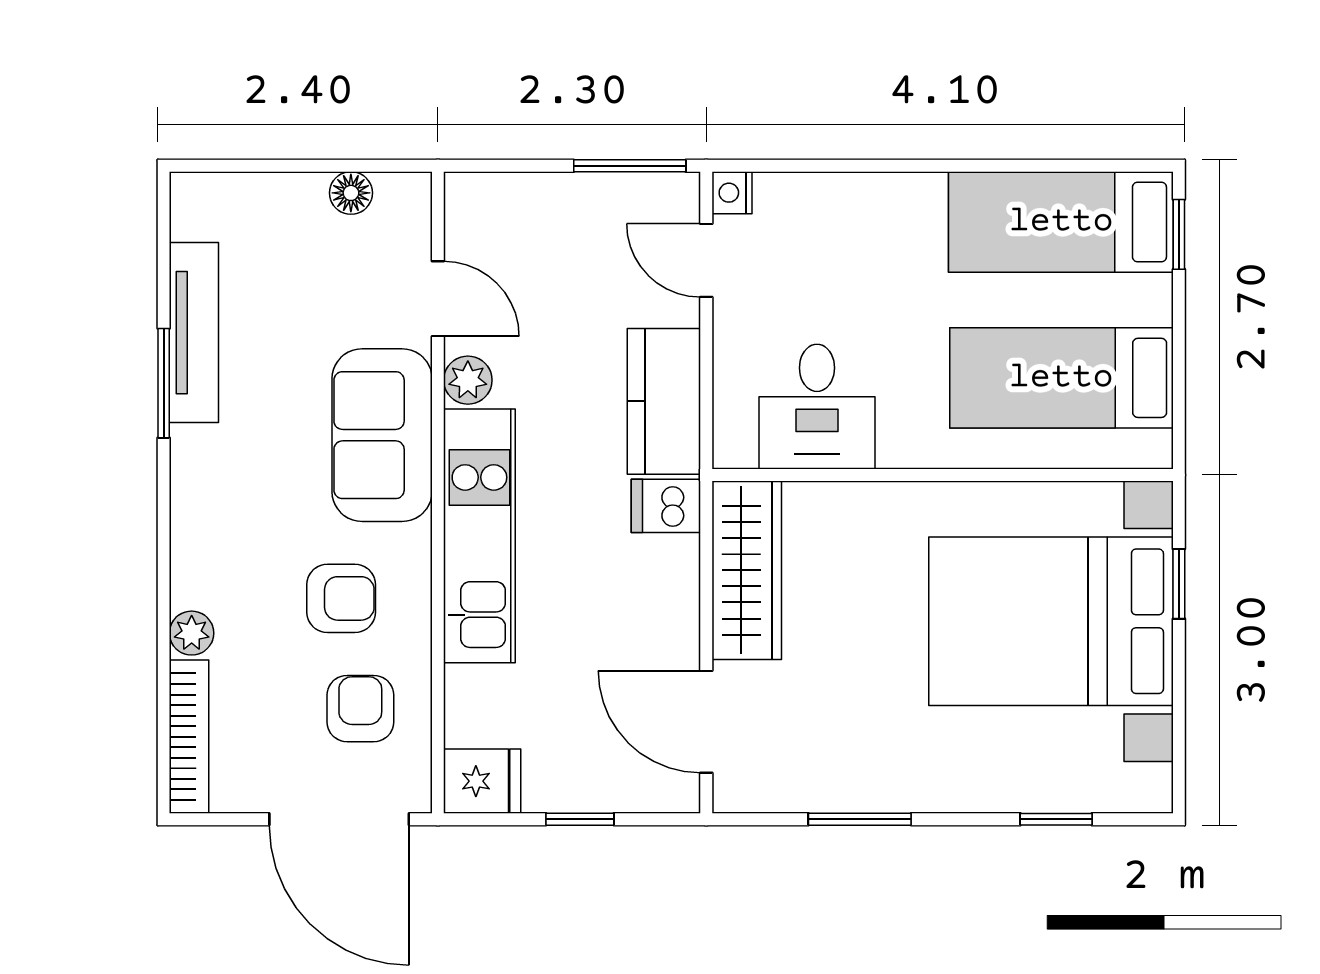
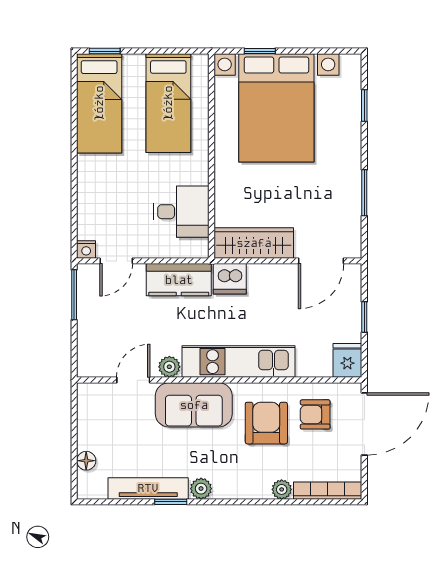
floor lamp: (351, 193) -> (86, 461), moved
window: (164, 383) -> (171, 502), width x0.67
plant: (194, 451) -> (201, 489), added
dishwasher: (666, 506) -> (230, 279), width x1.38
armchair: (341, 598) -> (266, 423), width x1.38, depth x1.38

